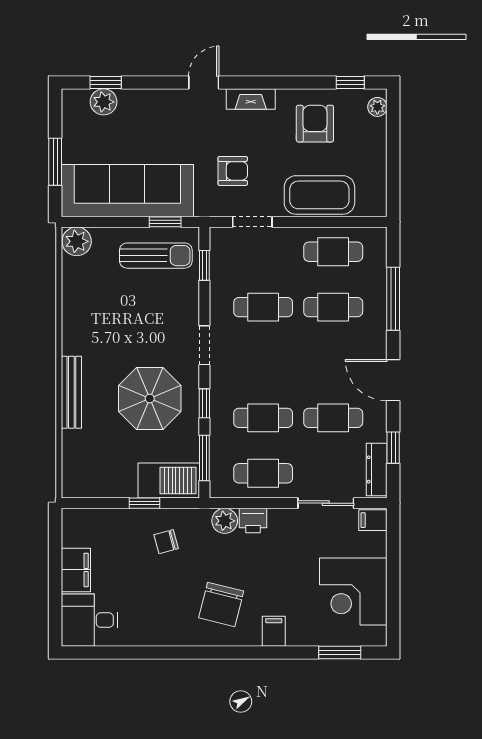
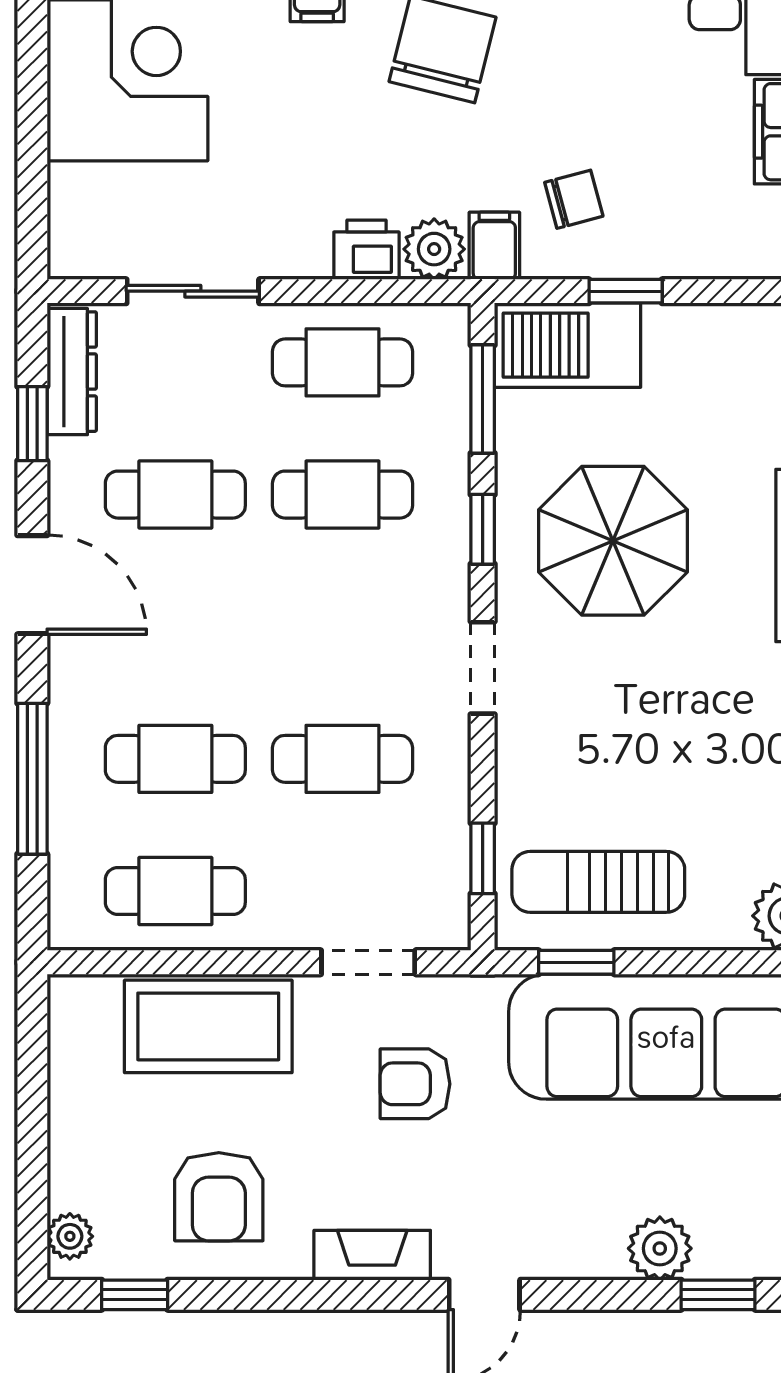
plant: (104, 102) -> (660, 1248), moved
filing cabinet: (373, 520) -> (494, 246), moved, turned -90

